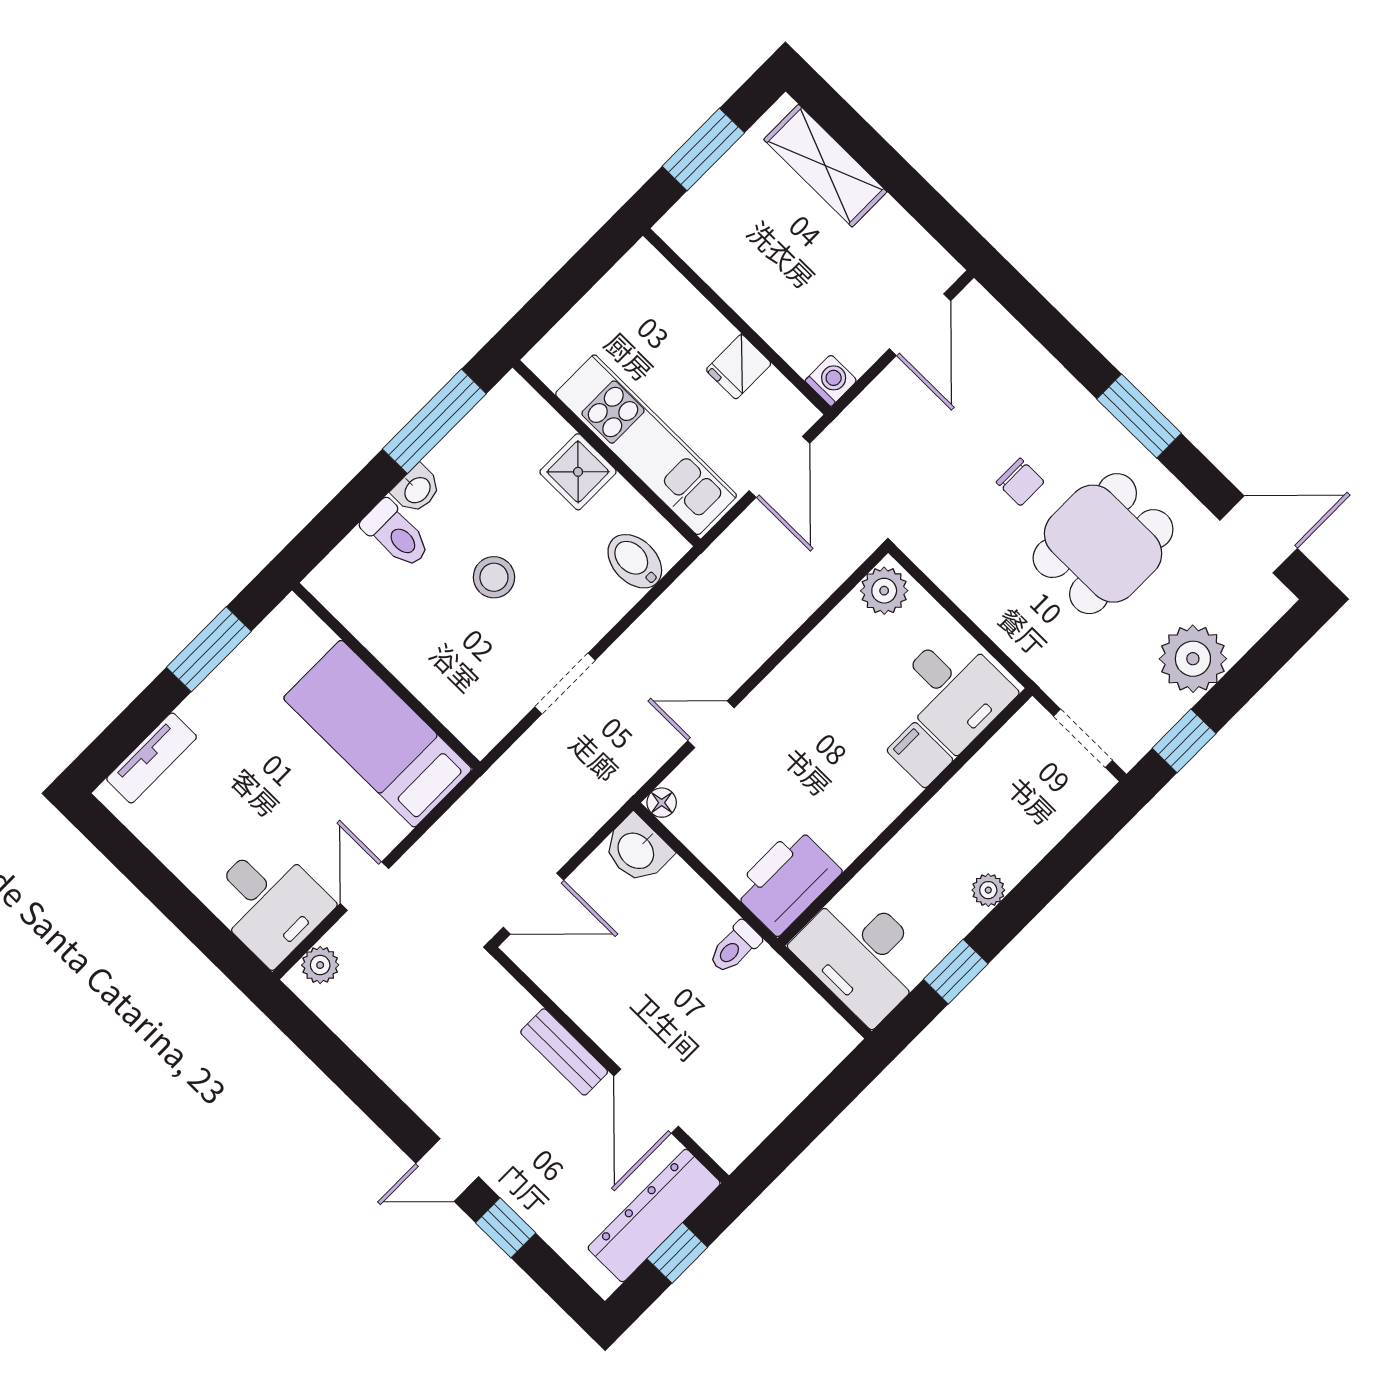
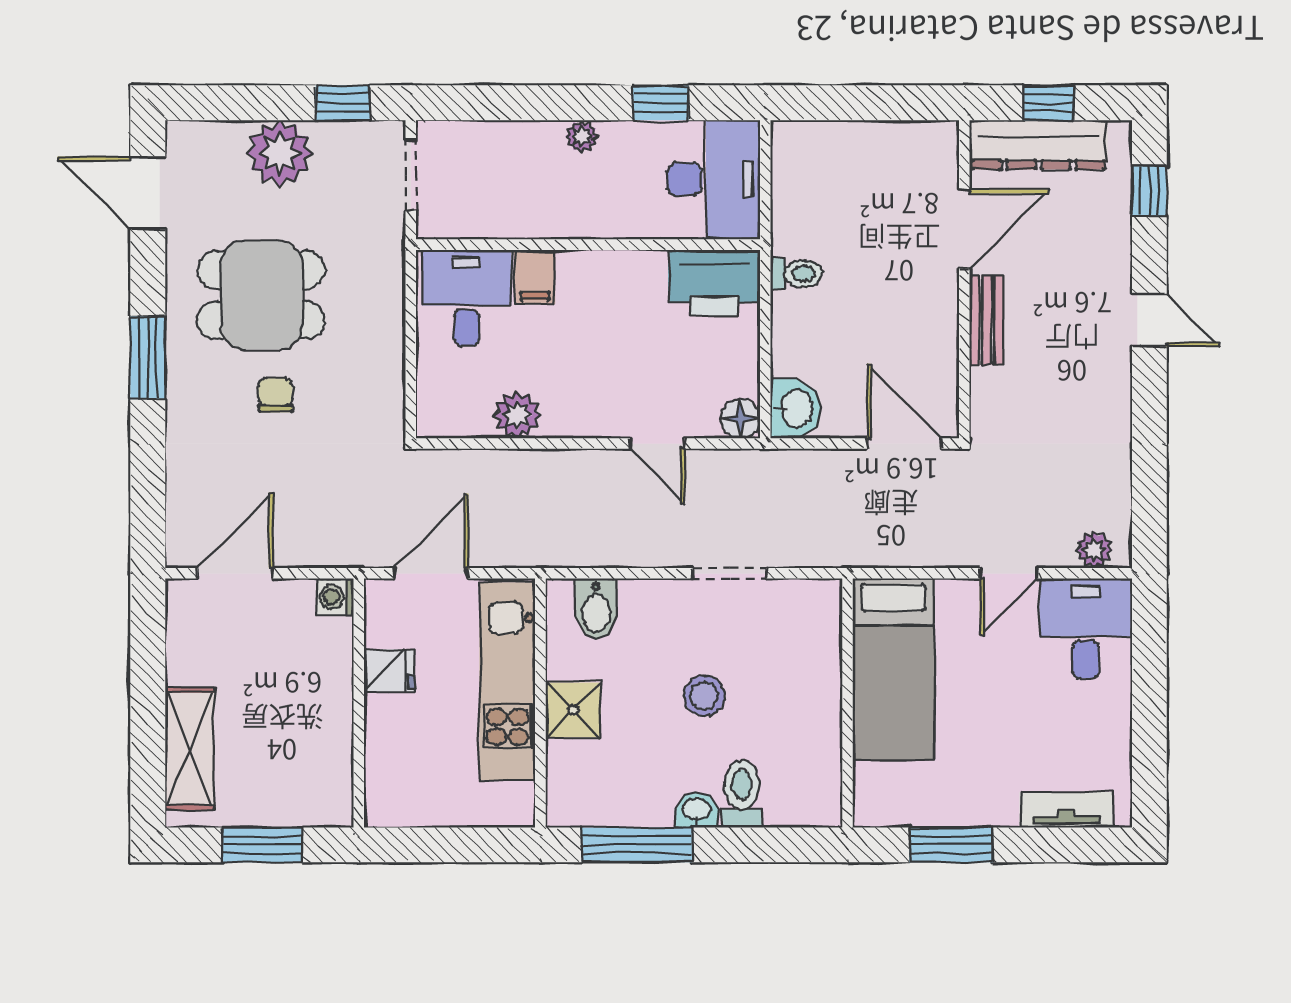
plant: (884, 591) -> (517, 415), moved
floor lamp: (662, 803) -> (740, 419), width x1.37, depth x1.37
window: (506, 1228) -> (1149, 191), moved

